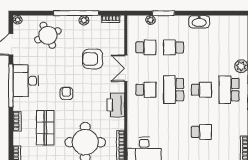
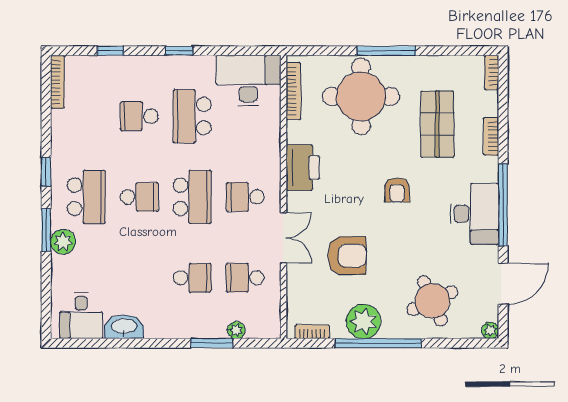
plant: (84, 20) -> (363, 321), width x1.88, depth x1.88
washbasin: (199, 22) -> (124, 327), moved
desk: (232, 27) -> (81, 316), added
school desk: (201, 90) -> (139, 197), turned 180
school desk: (174, 132) -> (192, 116), added

